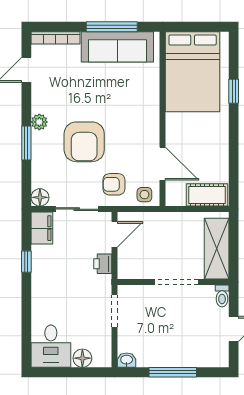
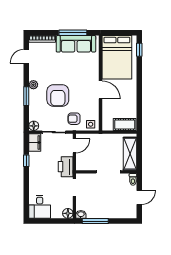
window: (234, 91) -> (139, 50), moved
door: (163, 164) -> (101, 90), moved
printer: (103, 264) -> (66, 167), width x1.87, depth x1.48
floor lamp: (82, 358) -> (68, 213), moved
window: (173, 372) -> (95, 221), moved

